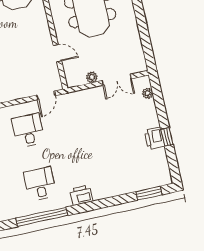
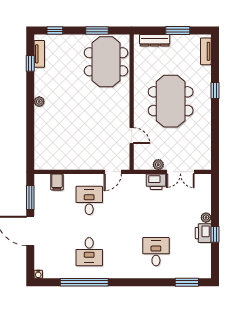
plant: (148, 93) -> (206, 218), moved
desk: (110, 169) -> (156, 252), added
desk: (40, 184) -> (89, 252), turned 180
printer: (81, 195) -> (156, 182), moved, turned 180

